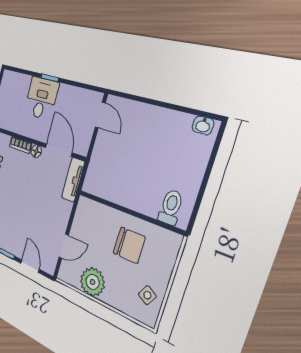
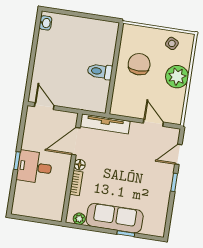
door: (100, 115) -> (44, 106), hinge flipped
tv unit: (73, 180) -> (105, 124), width x1.41
toilet: (171, 207) -> (100, 71), moved
plant: (93, 282) -> (177, 77), moved

